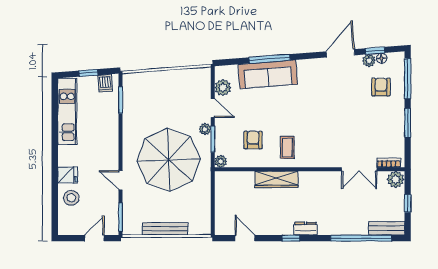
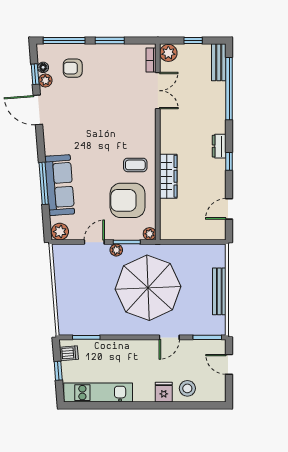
plant: (223, 88) -> (60, 232), moved
armchair: (253, 140) -> (128, 200), width x1.88, depth x1.88

